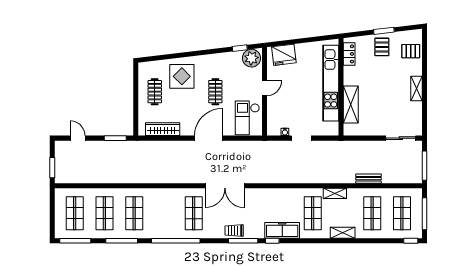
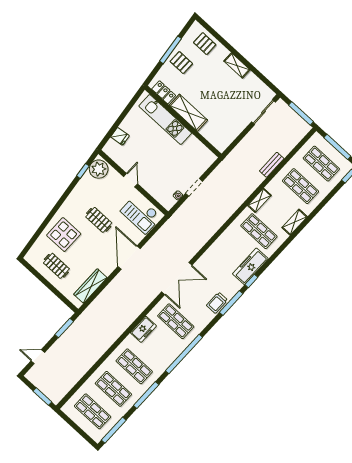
window: (384, 31) -> (170, 50), width x1.44
pallet: (411, 51) -> (205, 44), turned 90
fridge: (284, 55) -> (120, 136), width x0.53, depth x0.75
kitchen unit: (331, 83) -> (165, 120), width x0.73
shelving: (351, 104) -> (188, 113), moved
freezer: (167, 195) -> (143, 329), added

